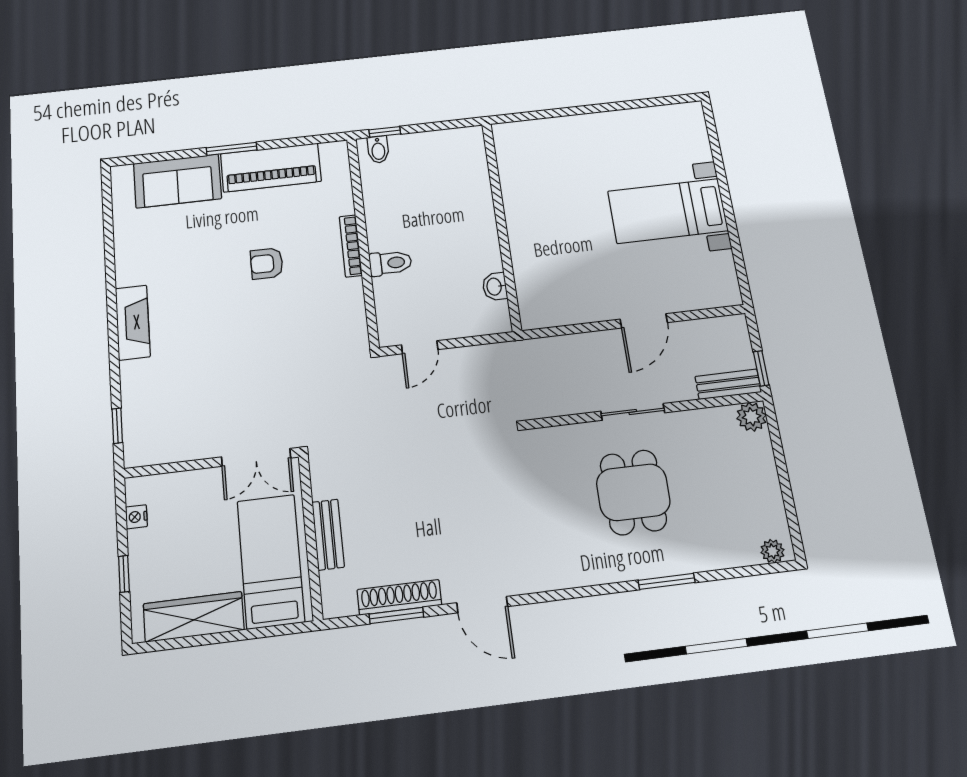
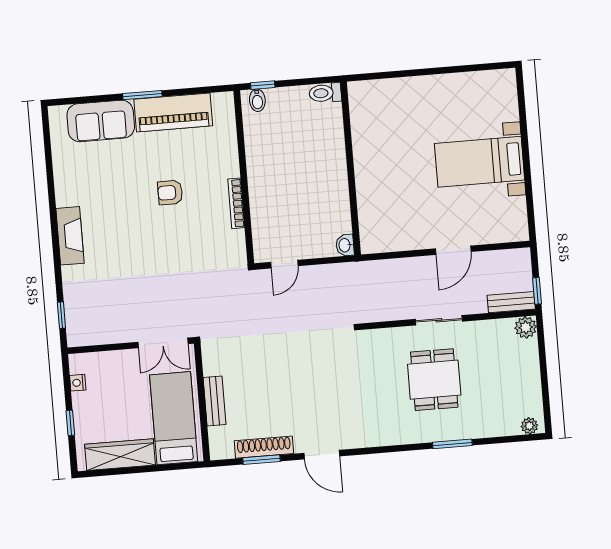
bookcase: (351, 246) -> (236, 203), moved
toilet: (390, 263) -> (325, 93), moved, turned 180
washbasin: (495, 287) -> (345, 245), moved

